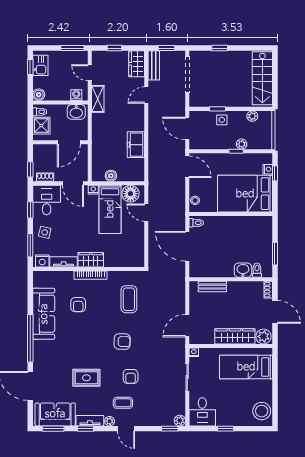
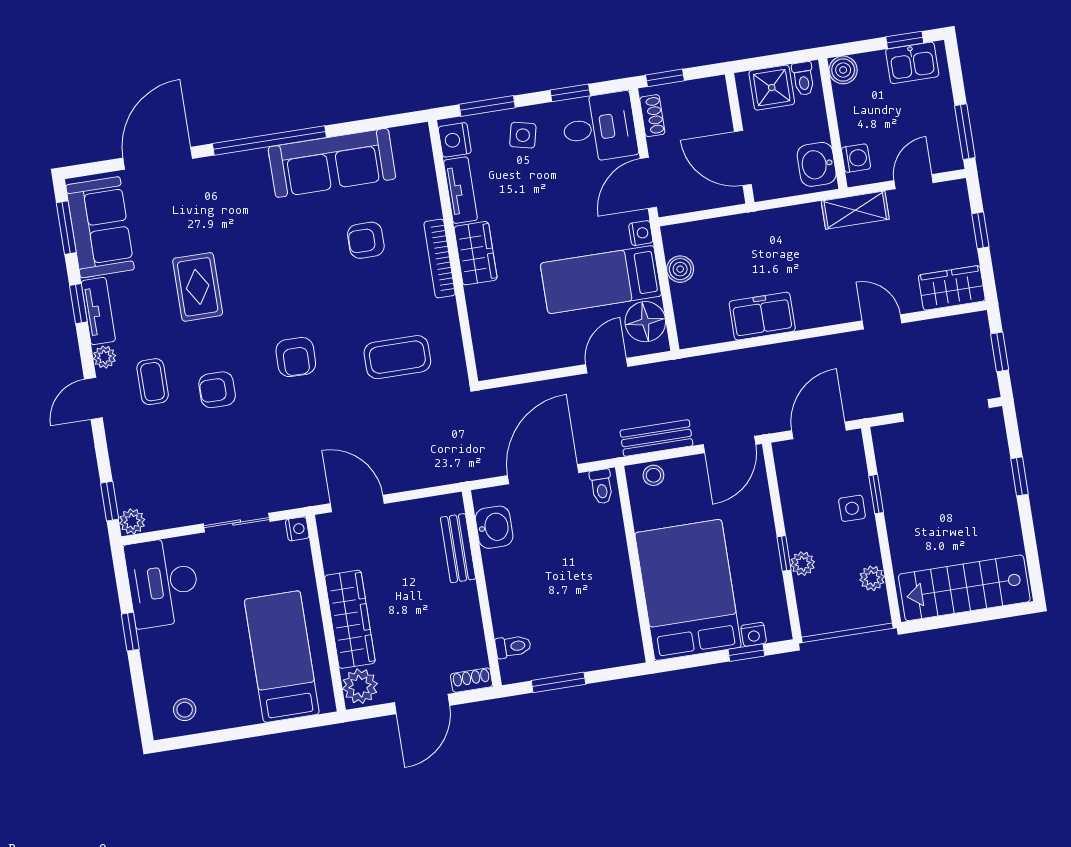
bench: (154, 65) -> (656, 438), moved
washbasin: (243, 270) -> (494, 527), moved
stool: (262, 411) -> (185, 710), width x0.53, depth x0.53
desk: (202, 412) -> (163, 582), width x1.37

